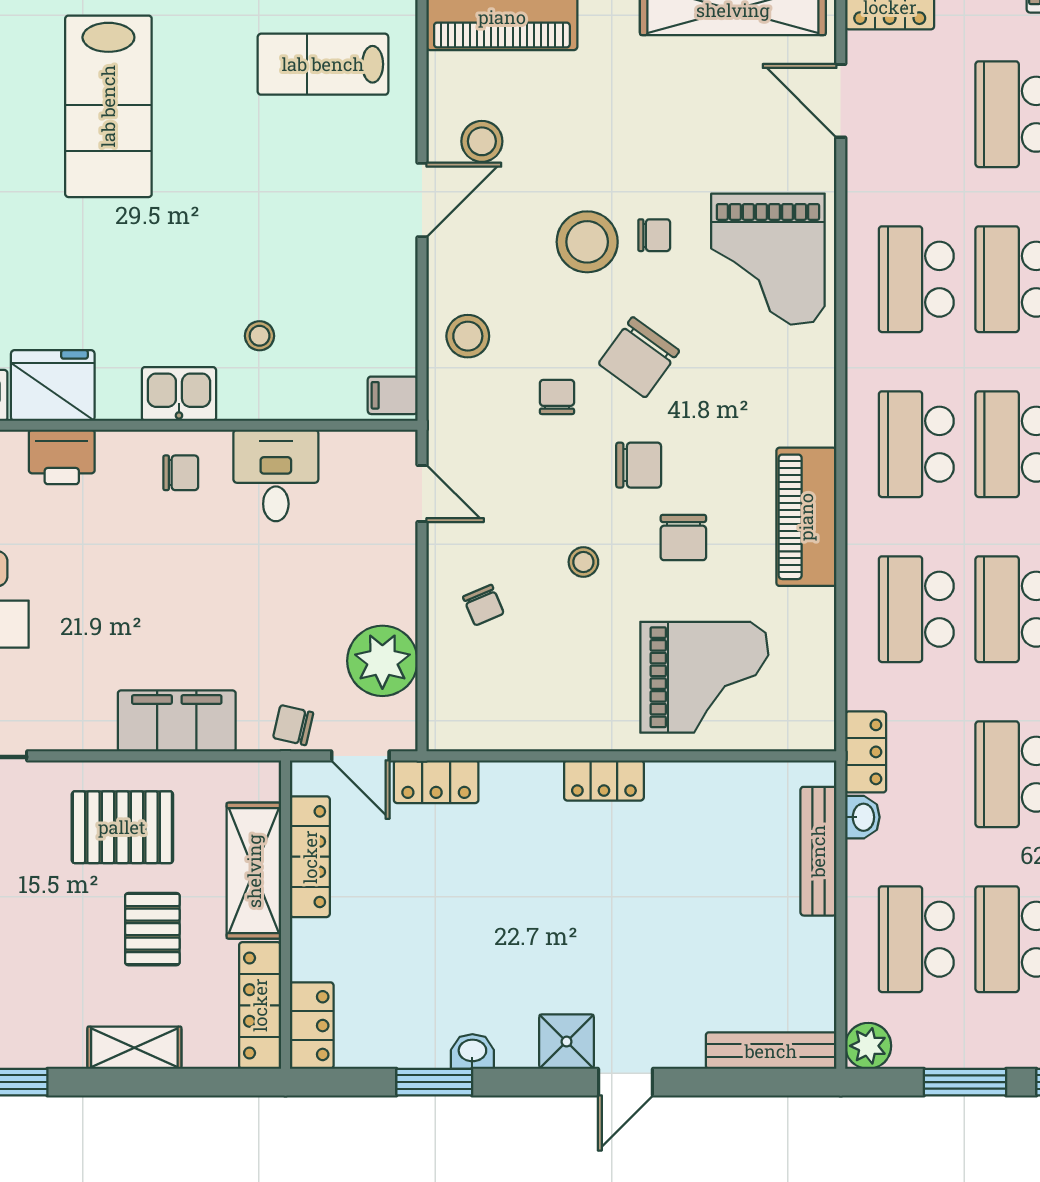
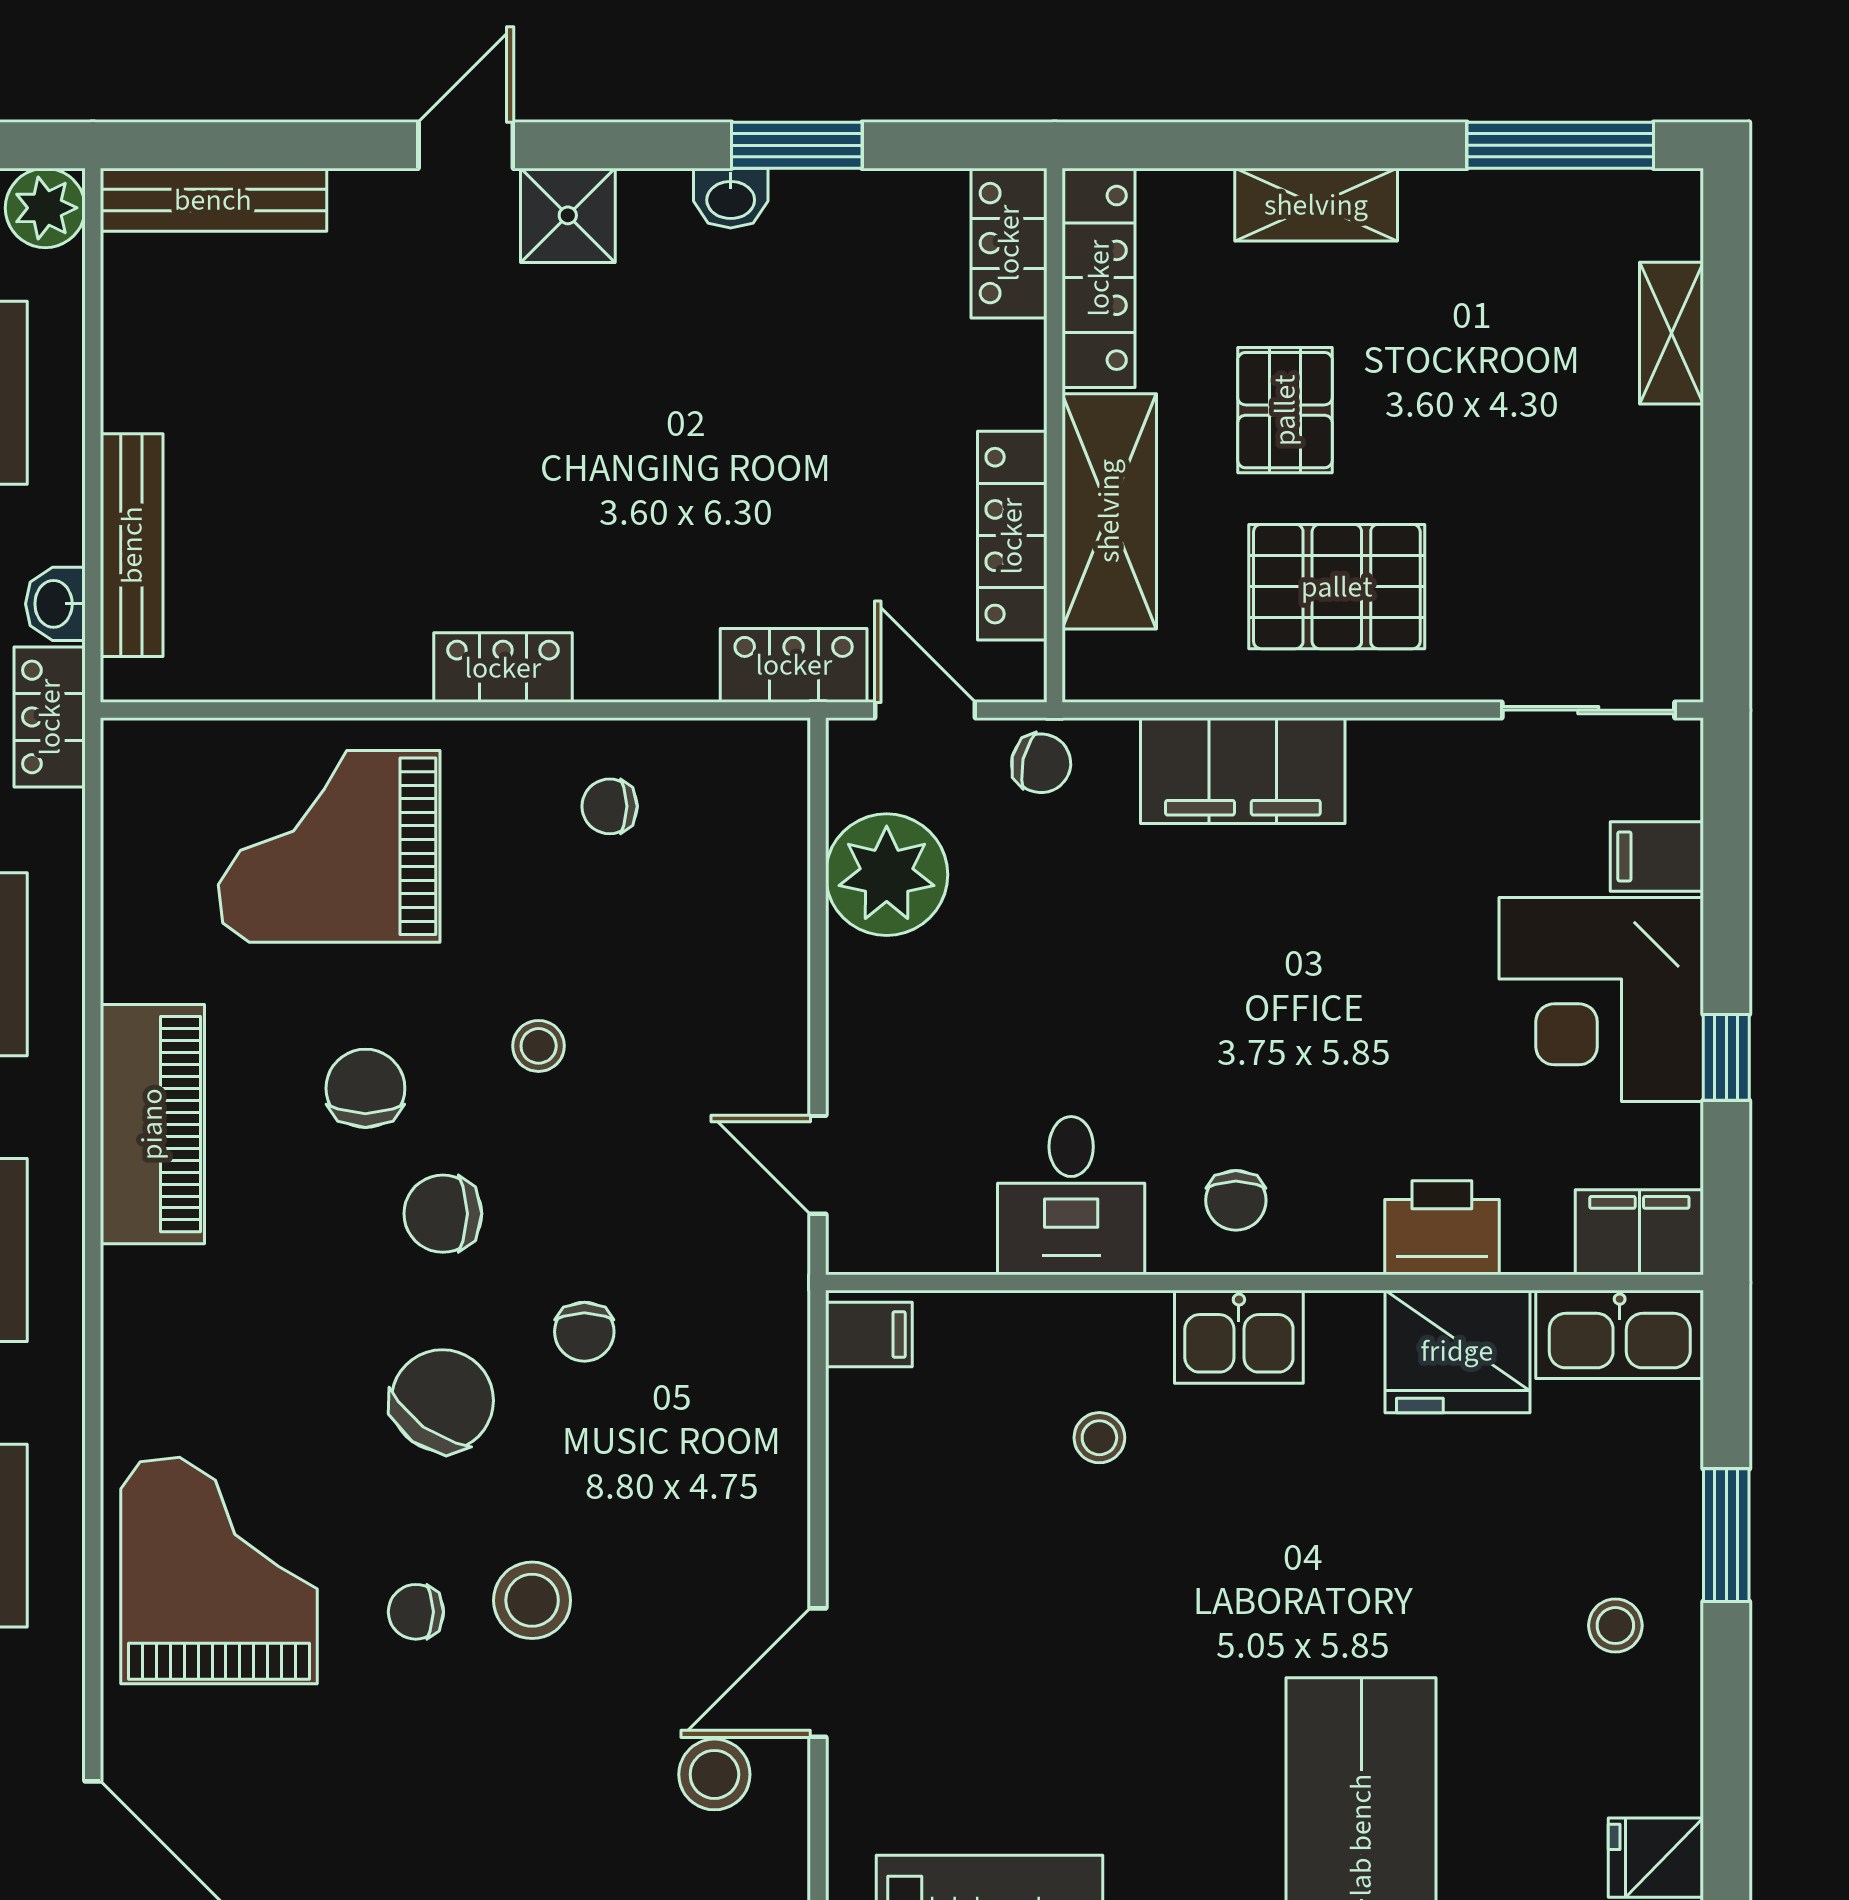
stool: (587, 242) -> (532, 1600), width x0.73, depth x0.73
stool: (468, 336) -> (739, 1437), removed
chair: (181, 473) -> (1236, 1200), turned -90
chair: (483, 605) -> (610, 806), moved, turned -67

